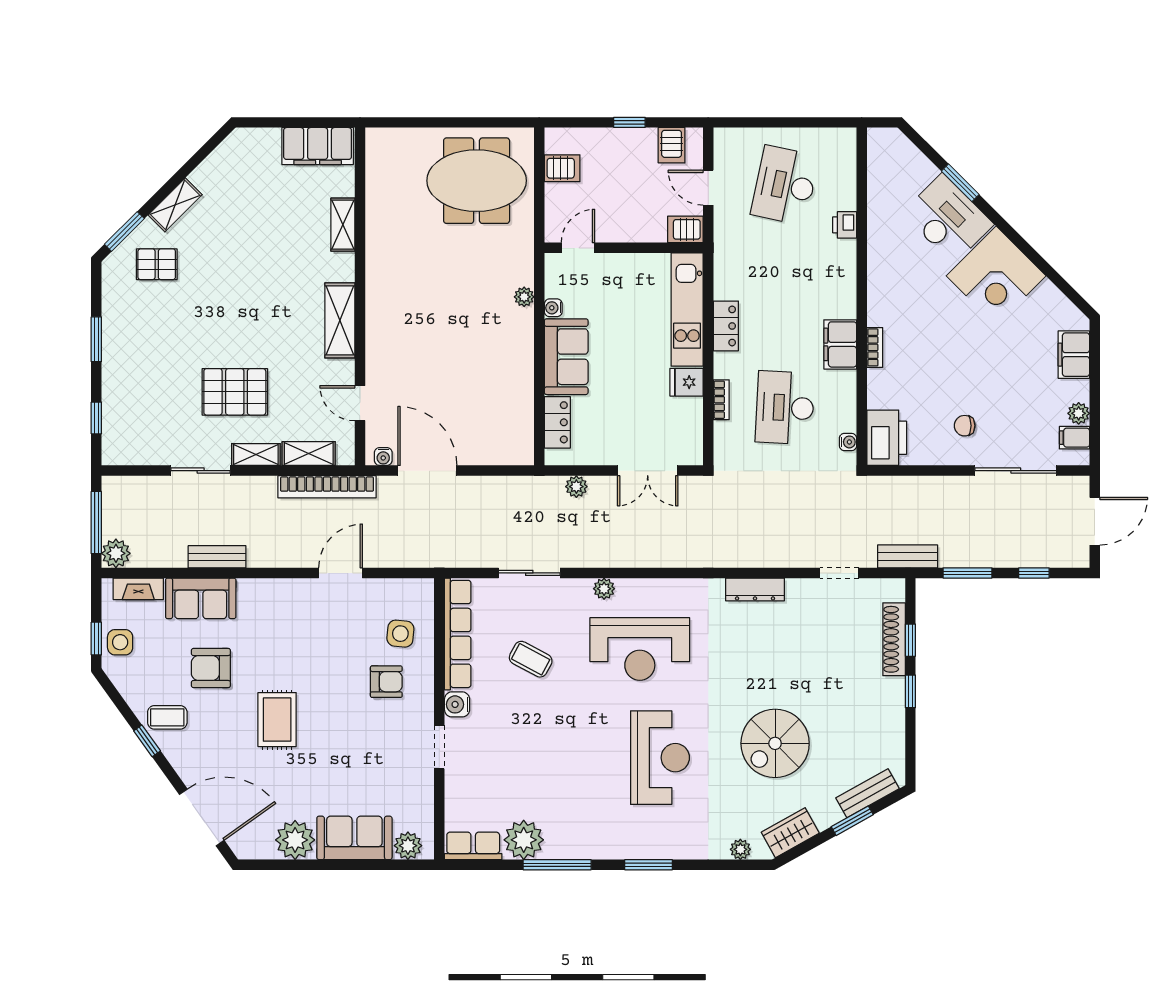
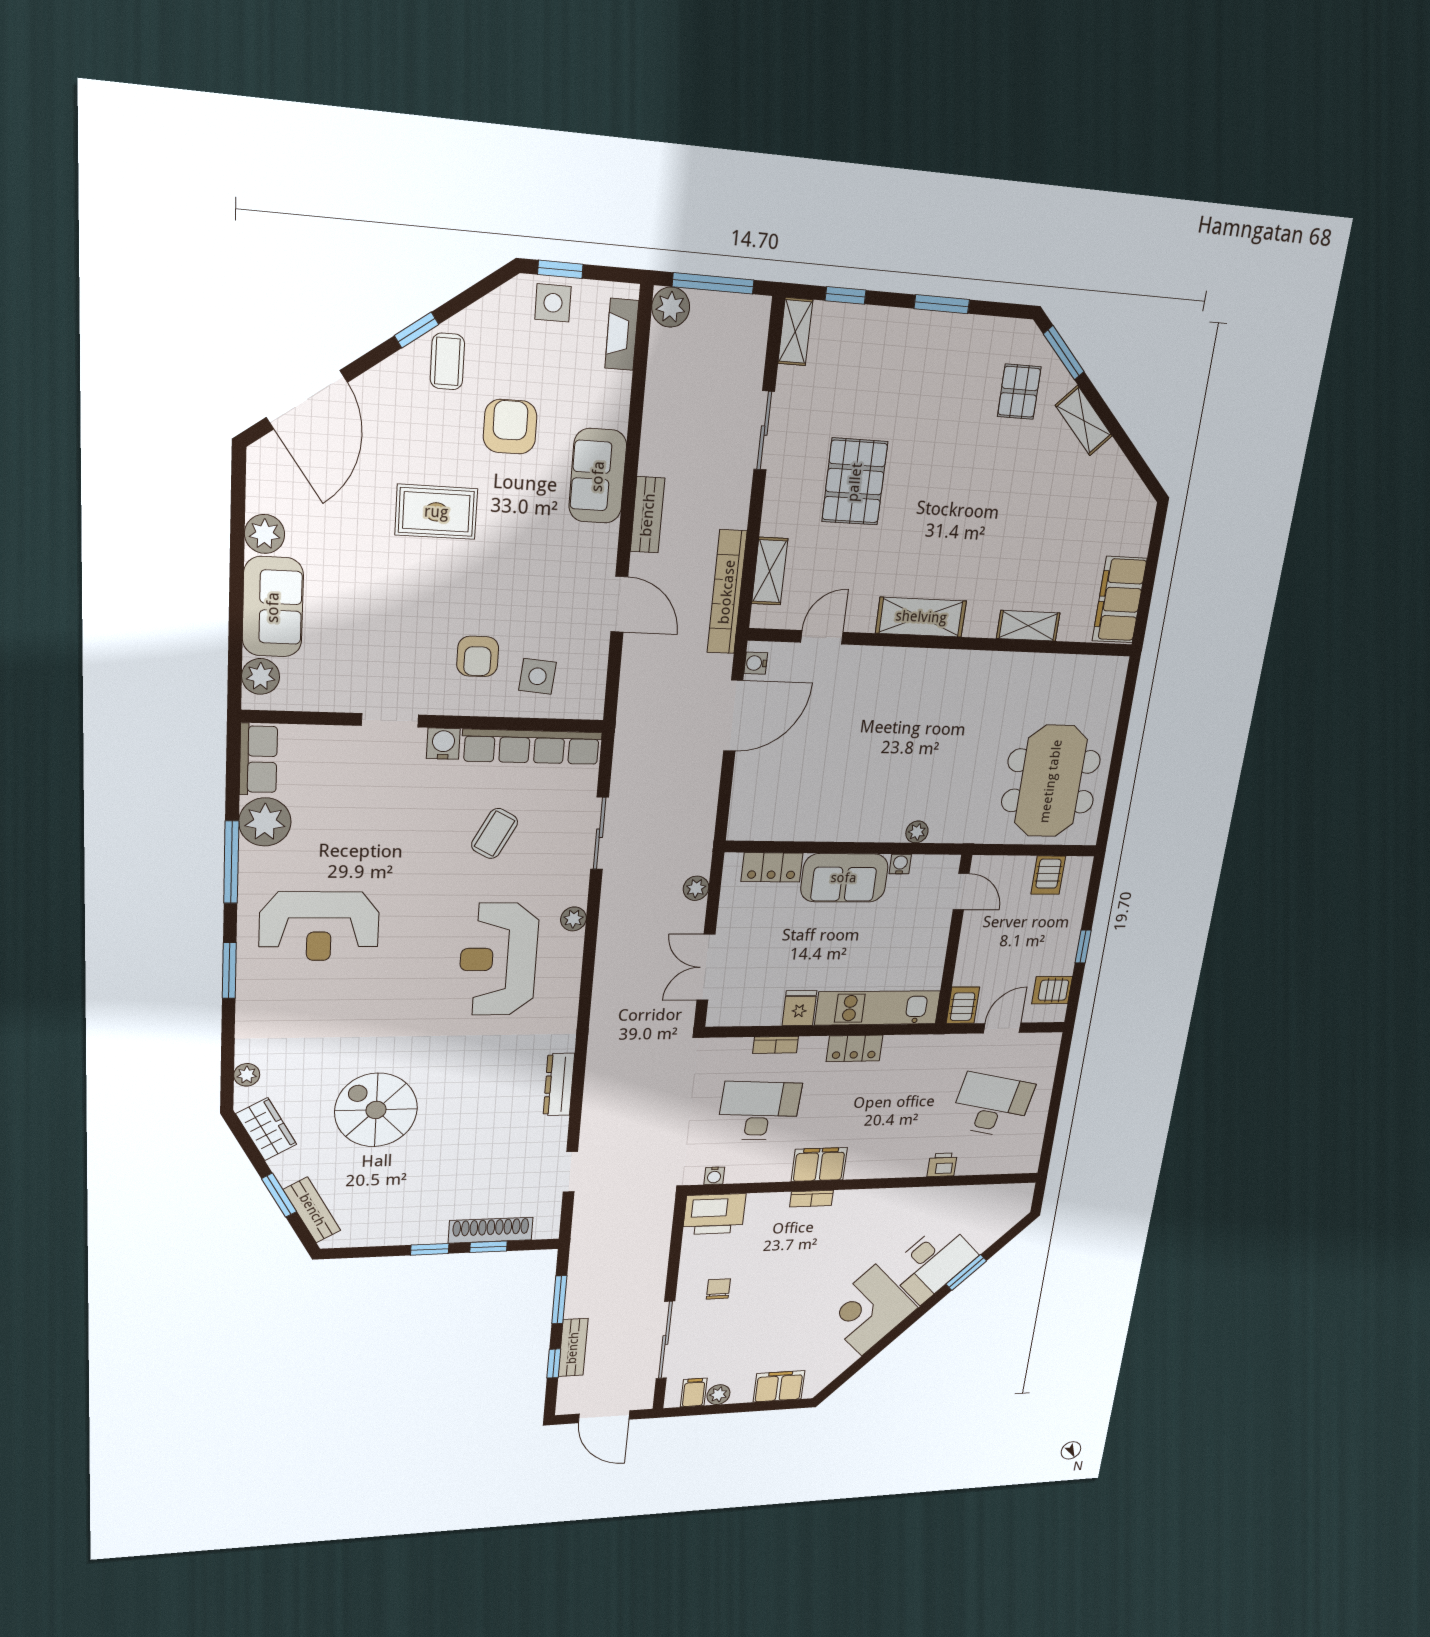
shelving: (256, 454) -> (795, 332), moved
bench: (908, 556) -> (573, 1348), moved
bench: (217, 557) -> (648, 515), moved
sofa: (201, 598) -> (598, 476), moved
reception desk: (660, 758) -> (319, 926), moved
plant: (295, 840) -> (265, 534), width x0.73, depth x0.73

